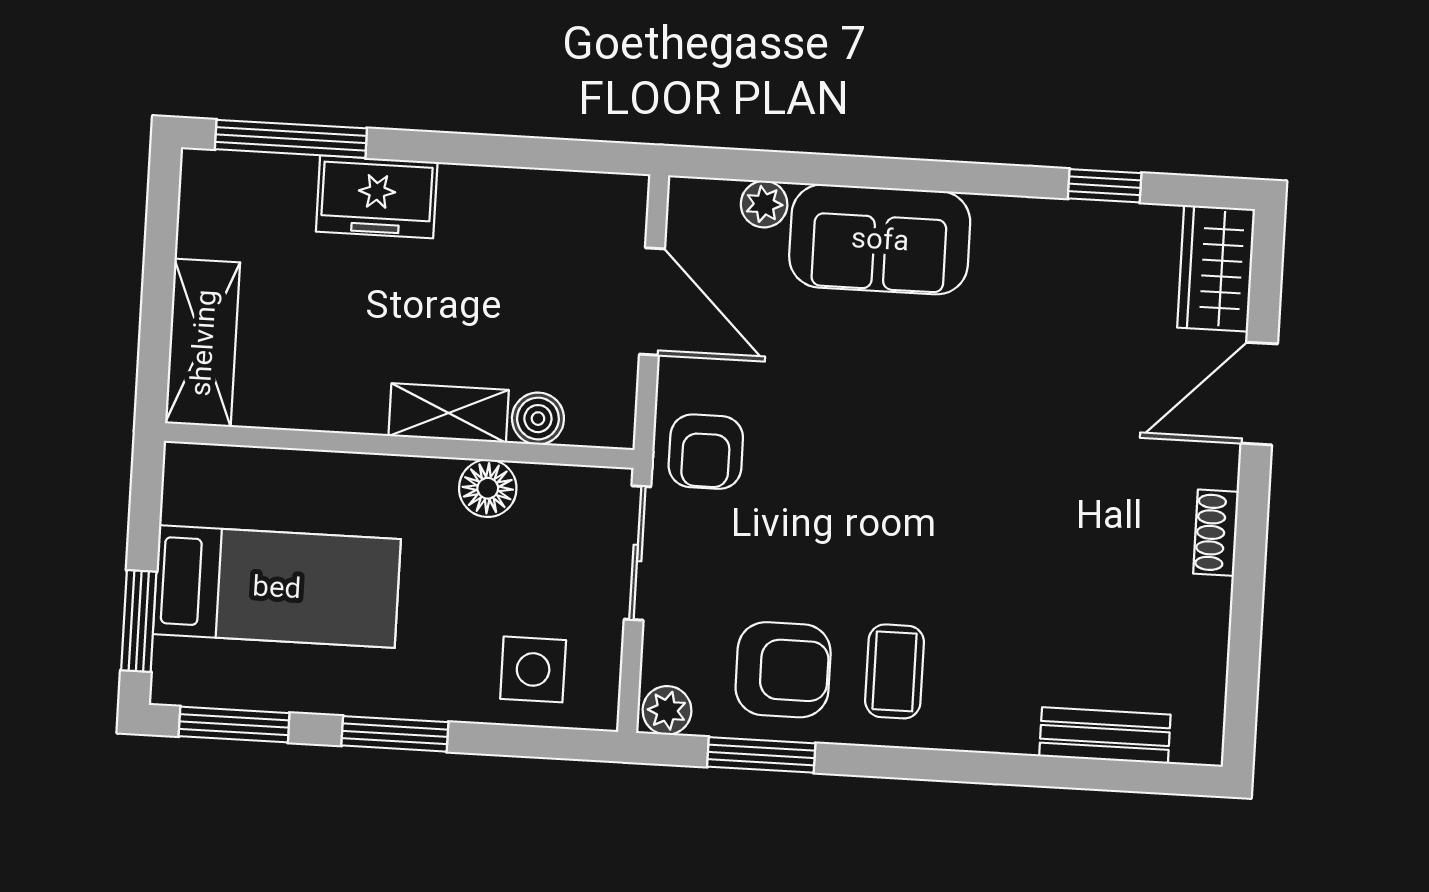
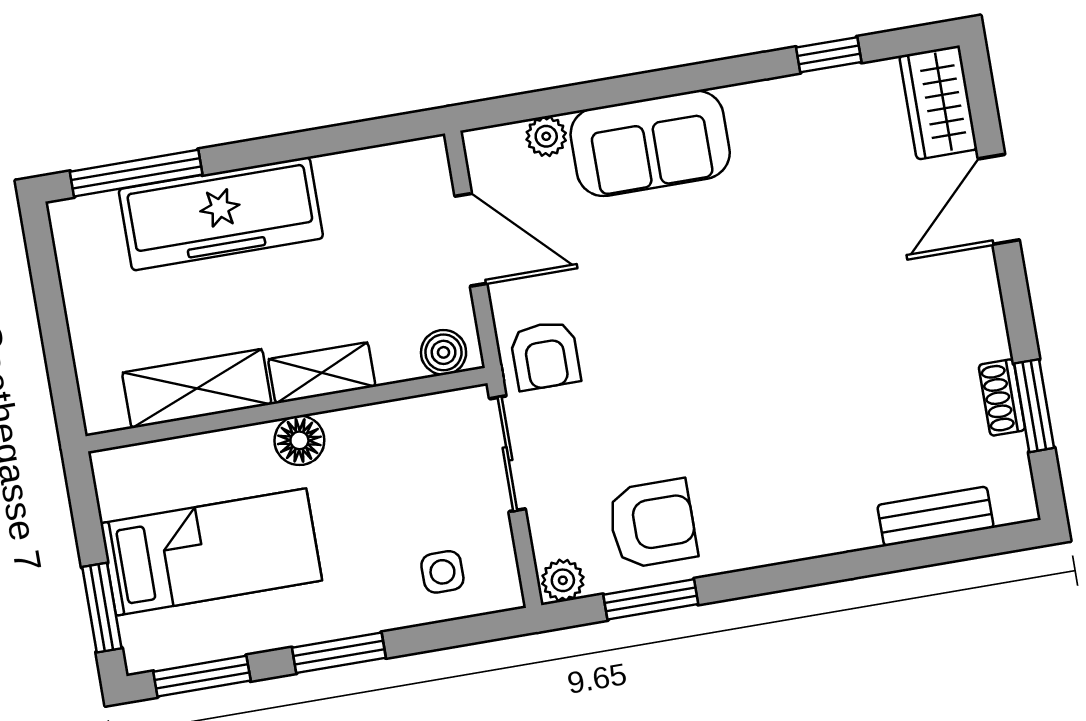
freezer: (377, 197) -> (221, 214), width x1.91, depth x1.26
shelving: (203, 343) -> (197, 389), moved, turned 90
boiler: (538, 419) -> (444, 352), moved
floor lamp: (488, 488) -> (299, 440), moved
shoe rack: (1216, 533) -> (1002, 397), moved
window: (1245, 636) -> (1034, 406), added
side table: (533, 669) -> (442, 572), width x0.73, depth x0.73
coffee table: (895, 671) -> (746, 503), removed

